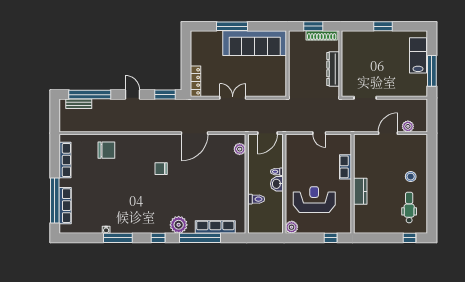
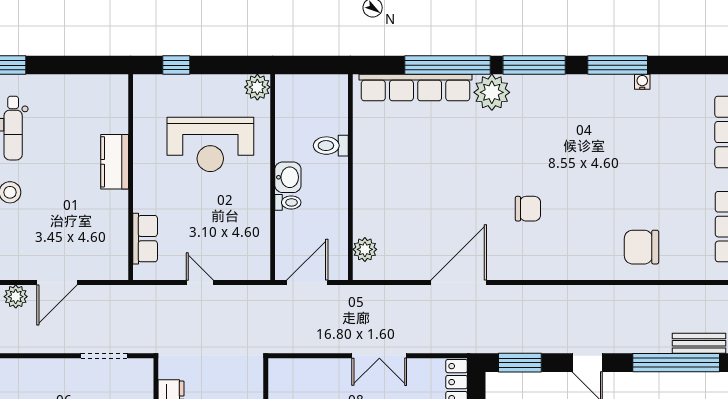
row of seats: (346, 167) -> (145, 239), moved
row of seats: (215, 227) -> (416, 88), width x1.36
window: (158, 238) -> (534, 65), width x2.17

